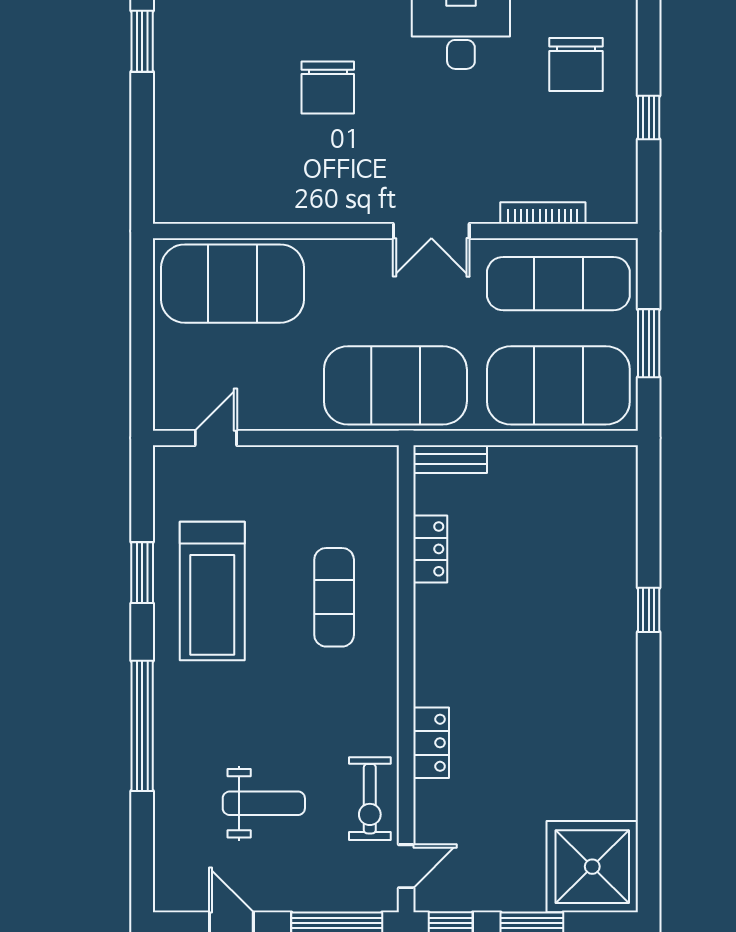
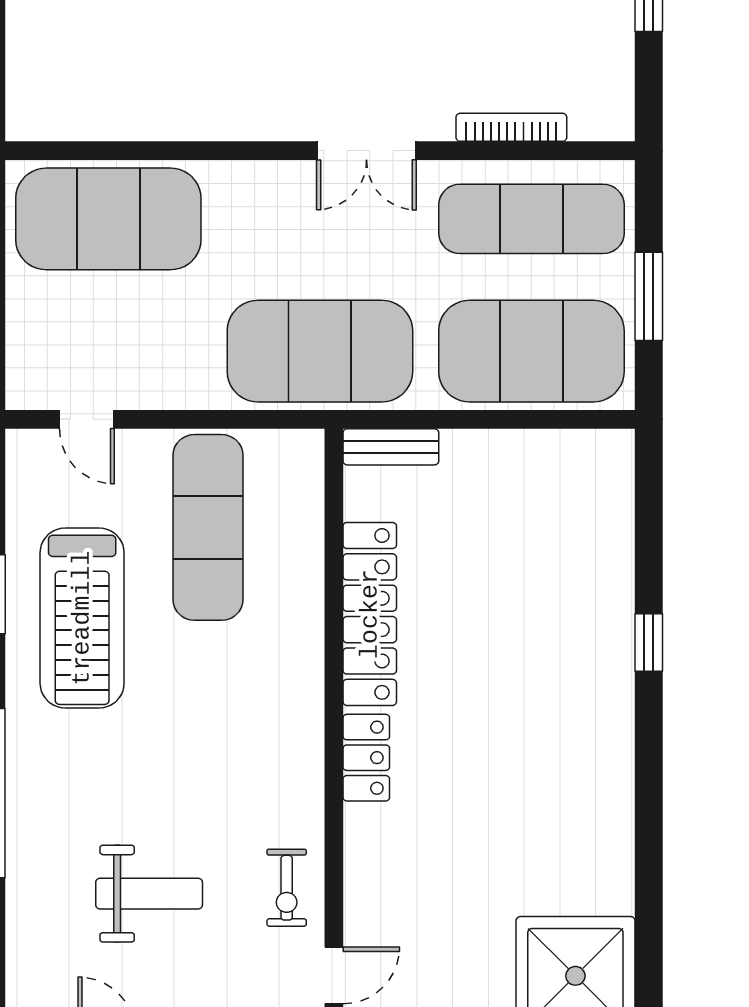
door: (216, 438) -> (87, 419), swing flipped
locker: (430, 549) -> (370, 614), width x2.16, depth x1.21
exercise mat: (334, 597) -> (208, 527), moved, width x1.36, depth x1.45
locker: (431, 743) -> (366, 758), moved
exercise bike: (370, 799) -> (287, 888), width x0.73, depth x0.72

